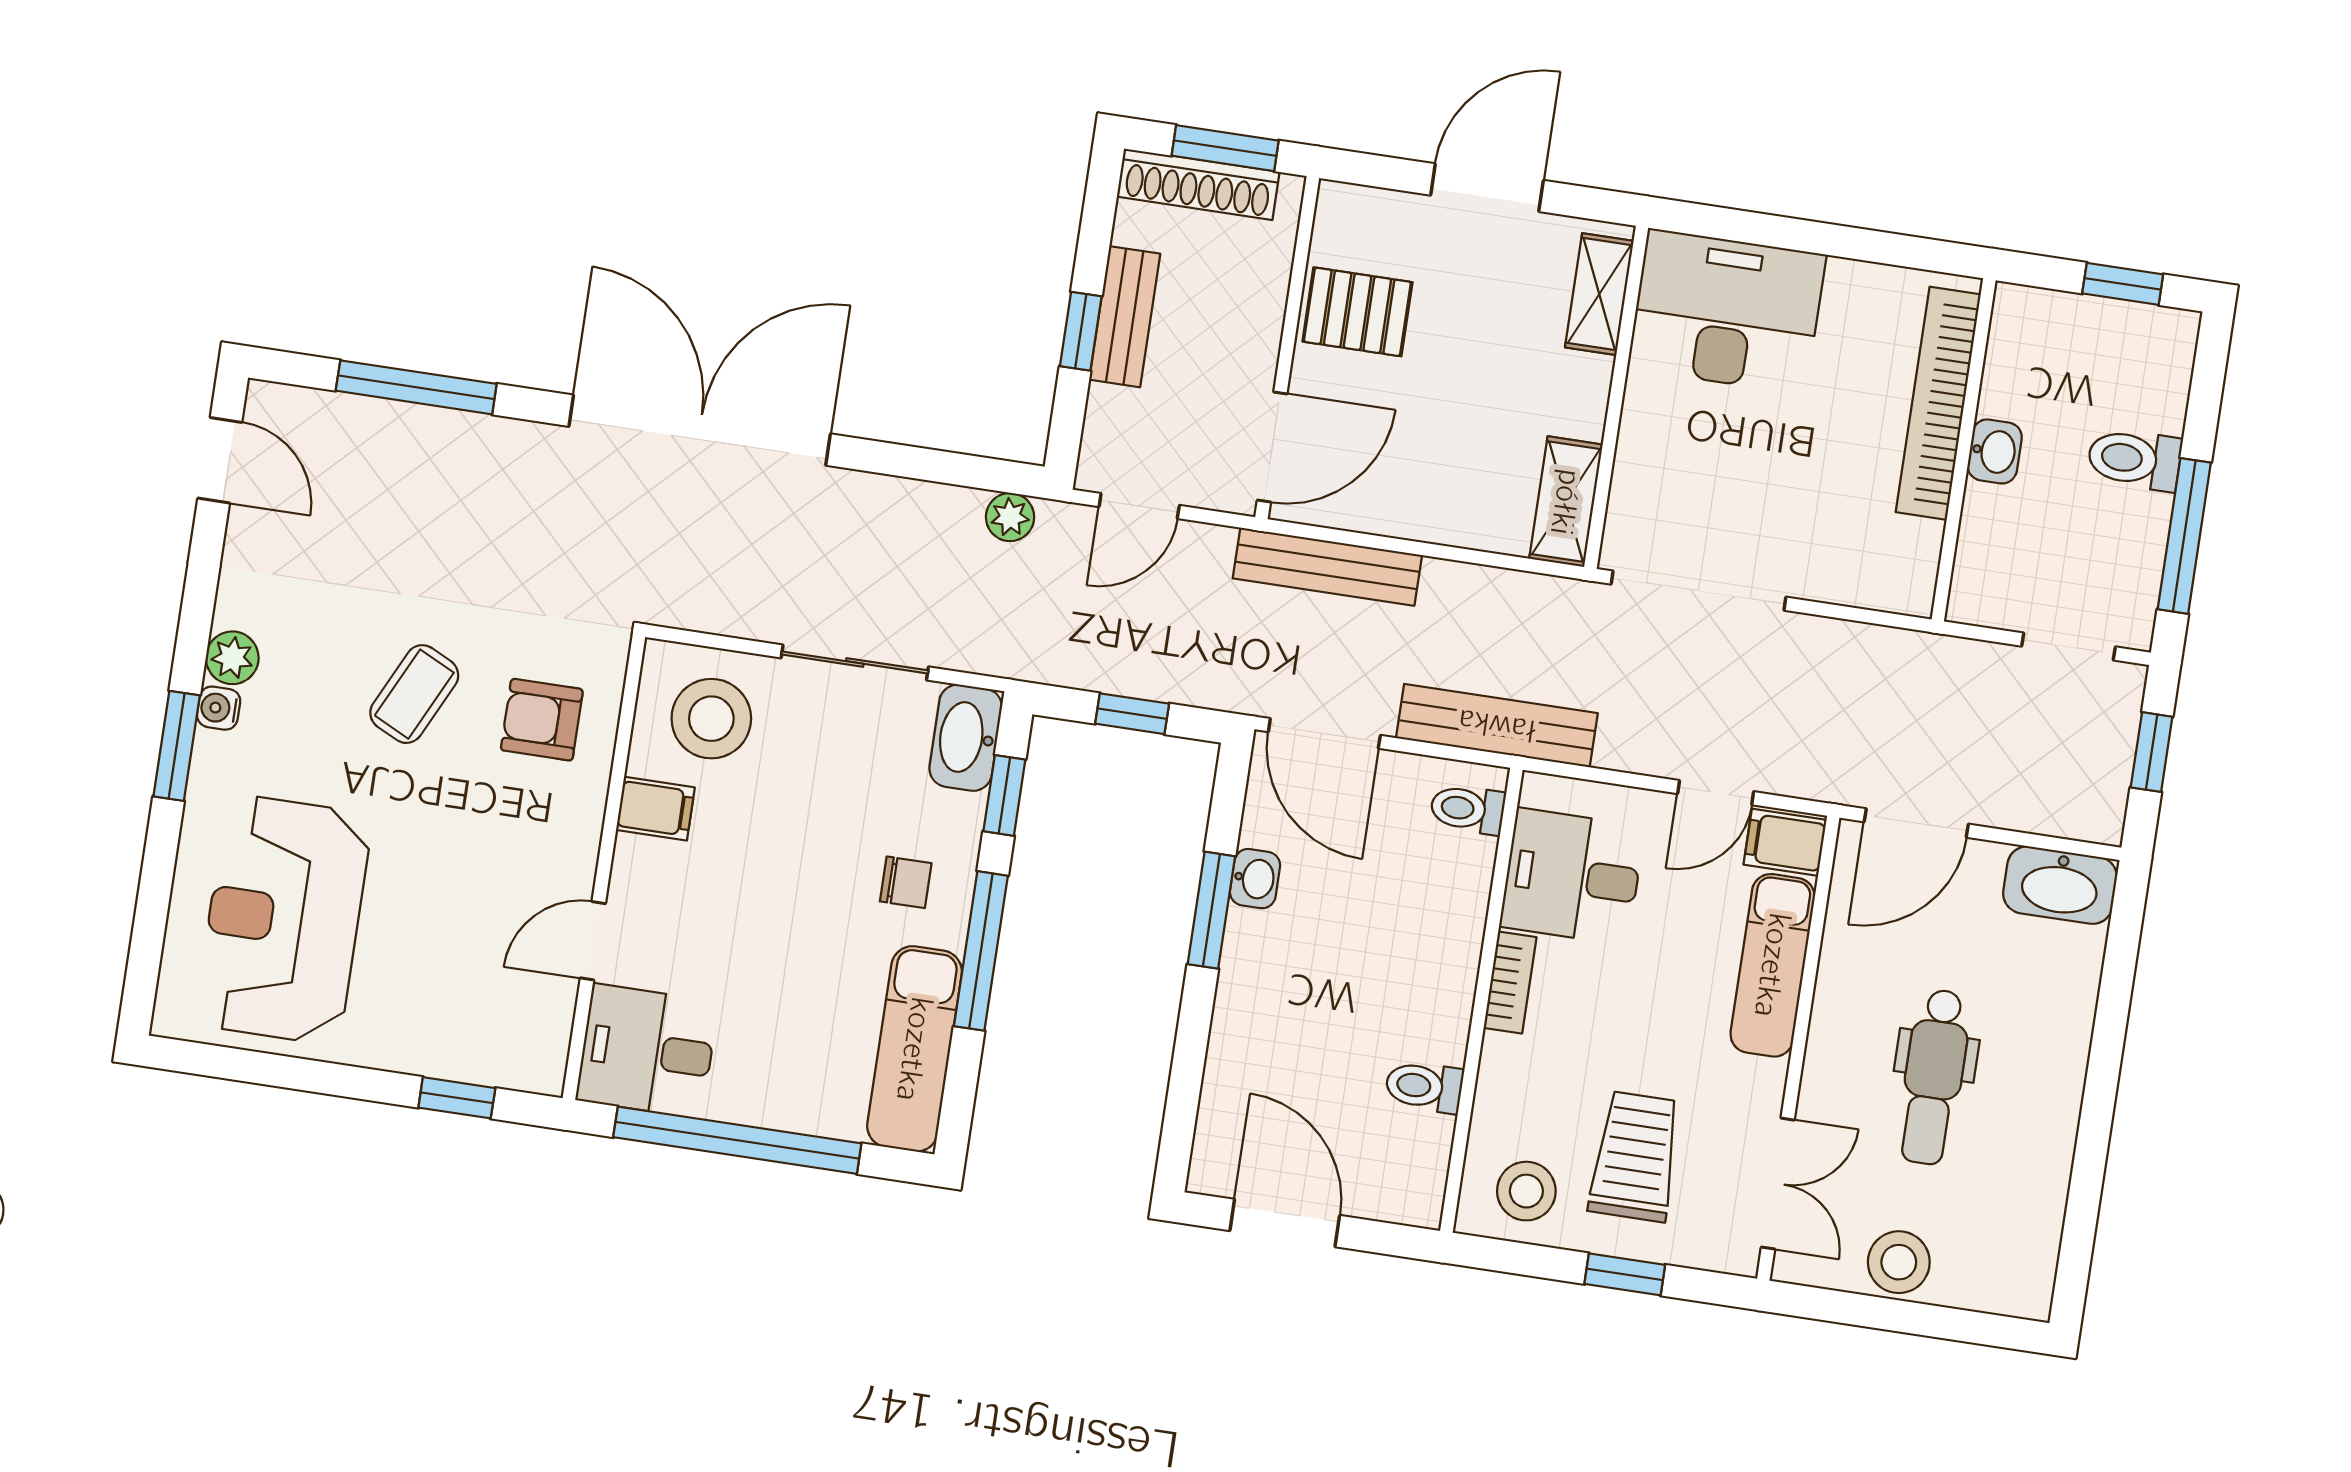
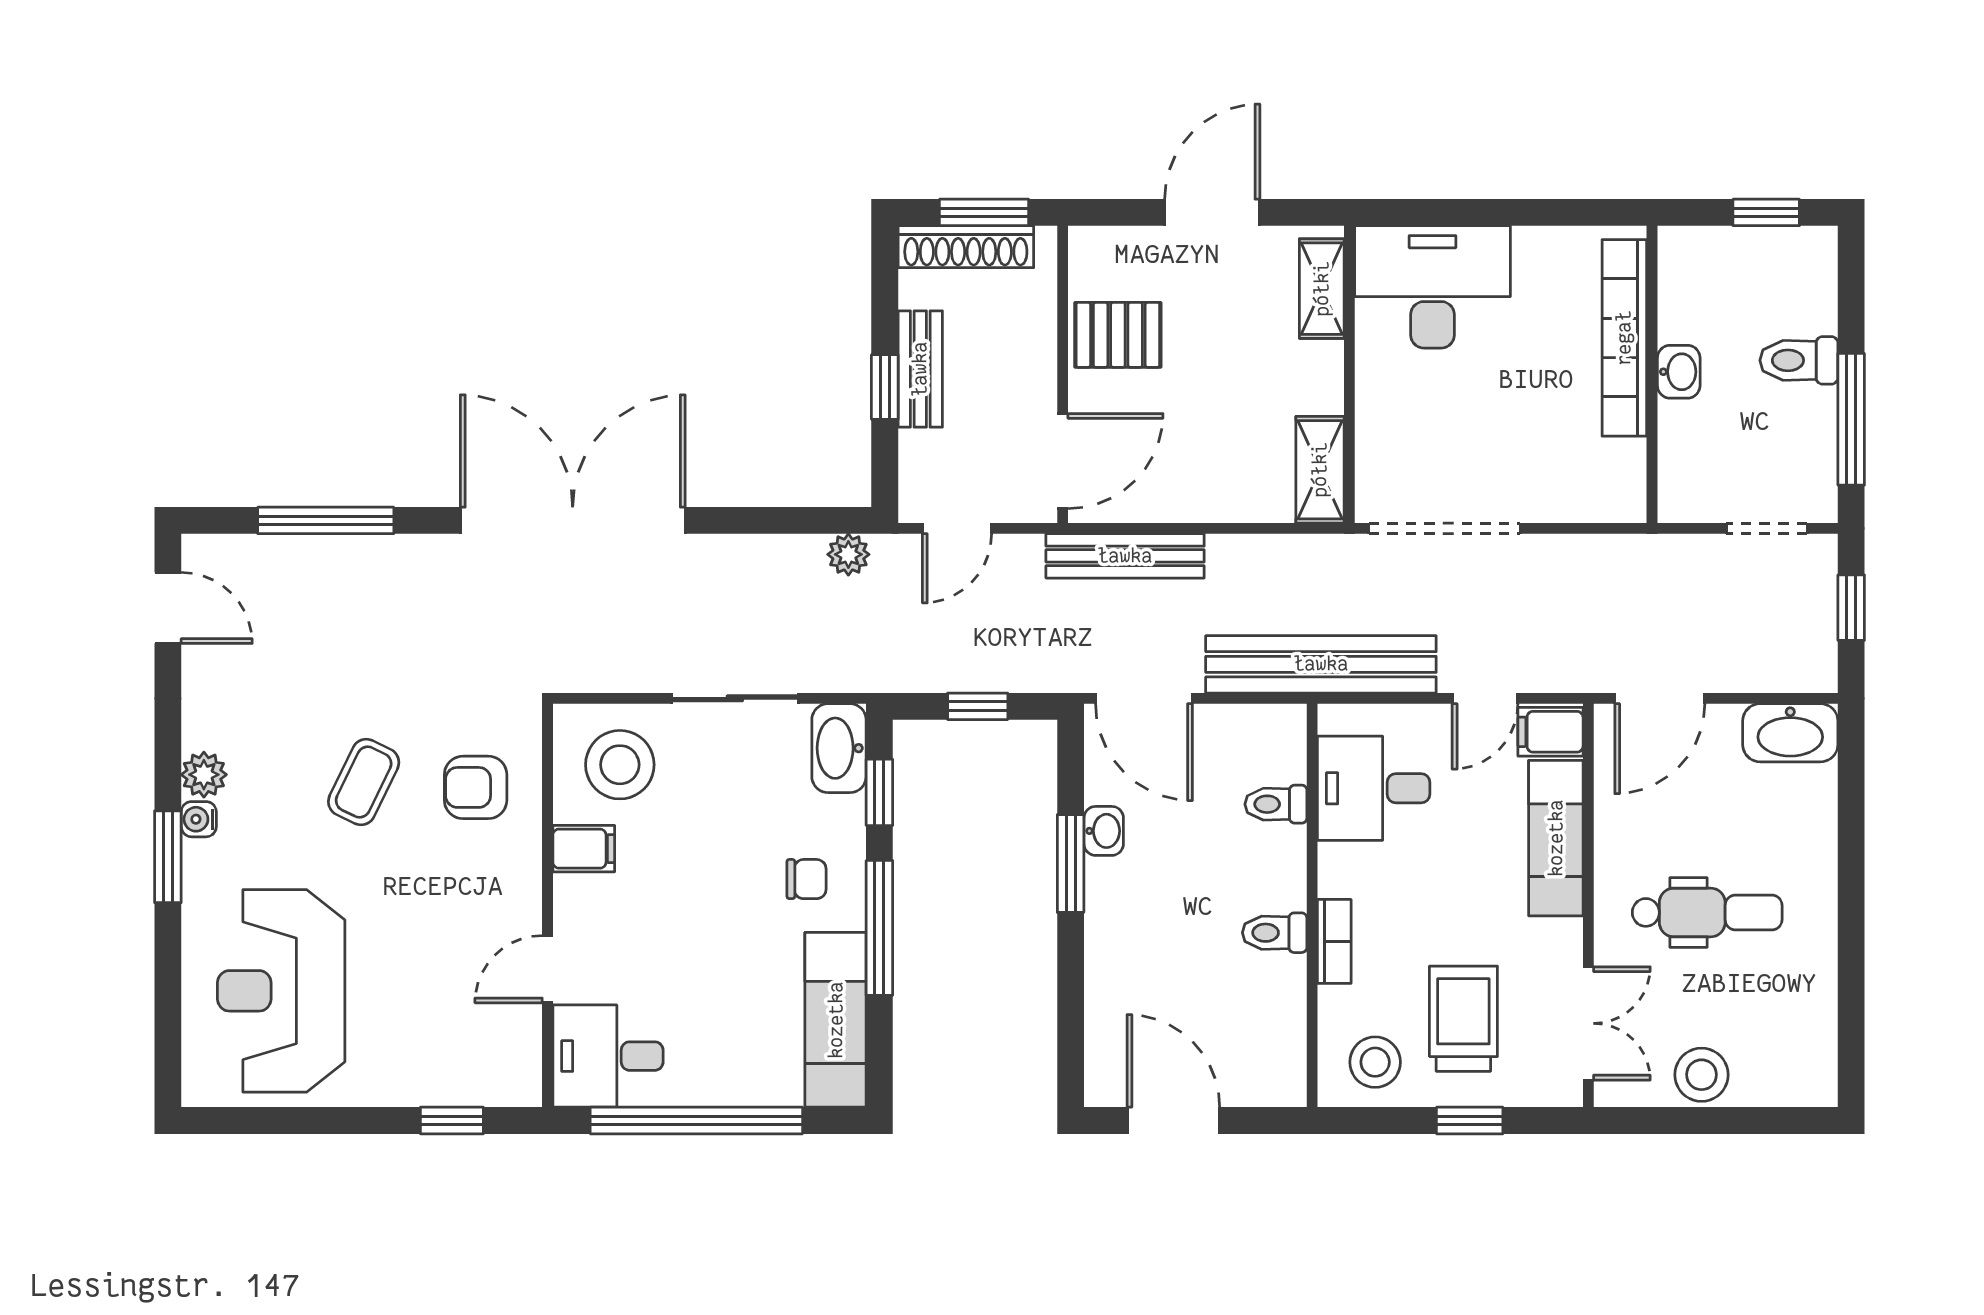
bench: (1497, 726) -> (1321, 664), width x1.37, depth x1.21
toilet: (1468, 809) -> (1276, 804), moved
bookcase: (1510, 982) -> (1334, 941), moved
dental chair: (1933, 1077) -> (1707, 912), turned -90
toilet: (1424, 1087) -> (1275, 933), moved

